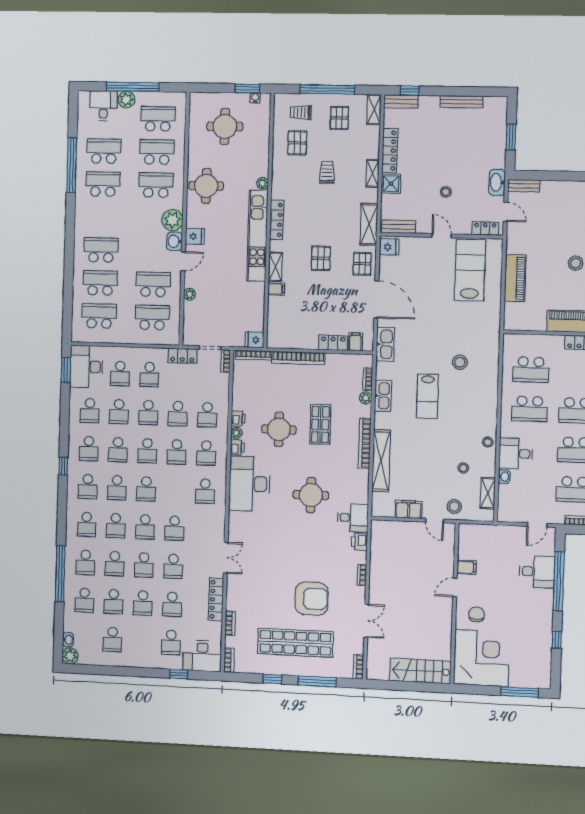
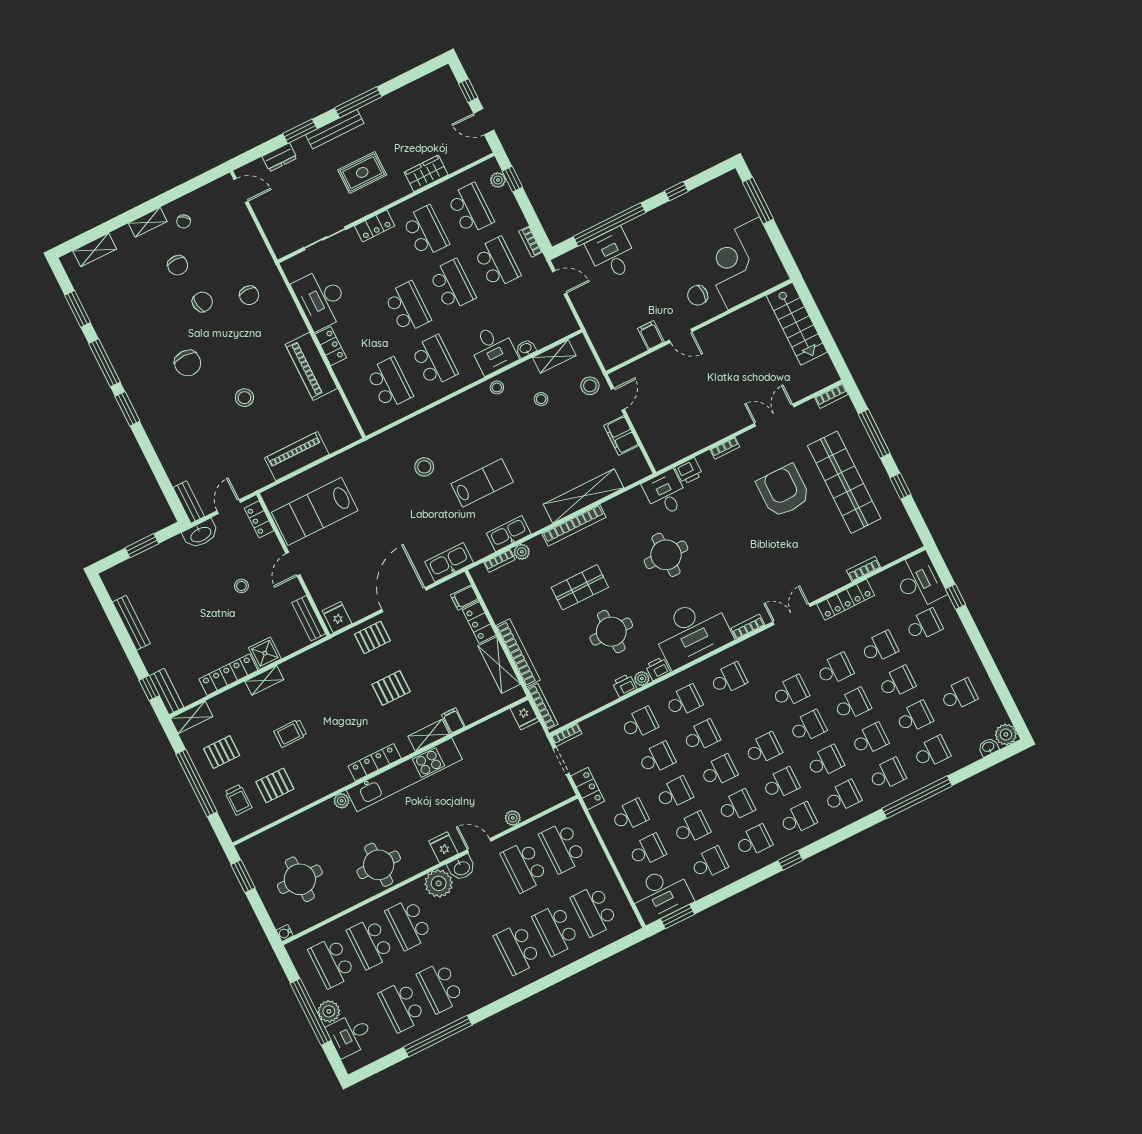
water cooler: (255, 98) -> (285, 933), moved
shelving: (369, 224) -> (499, 665), moved, turned 90
bookcase: (229, 660) -> (748, 627), moved

